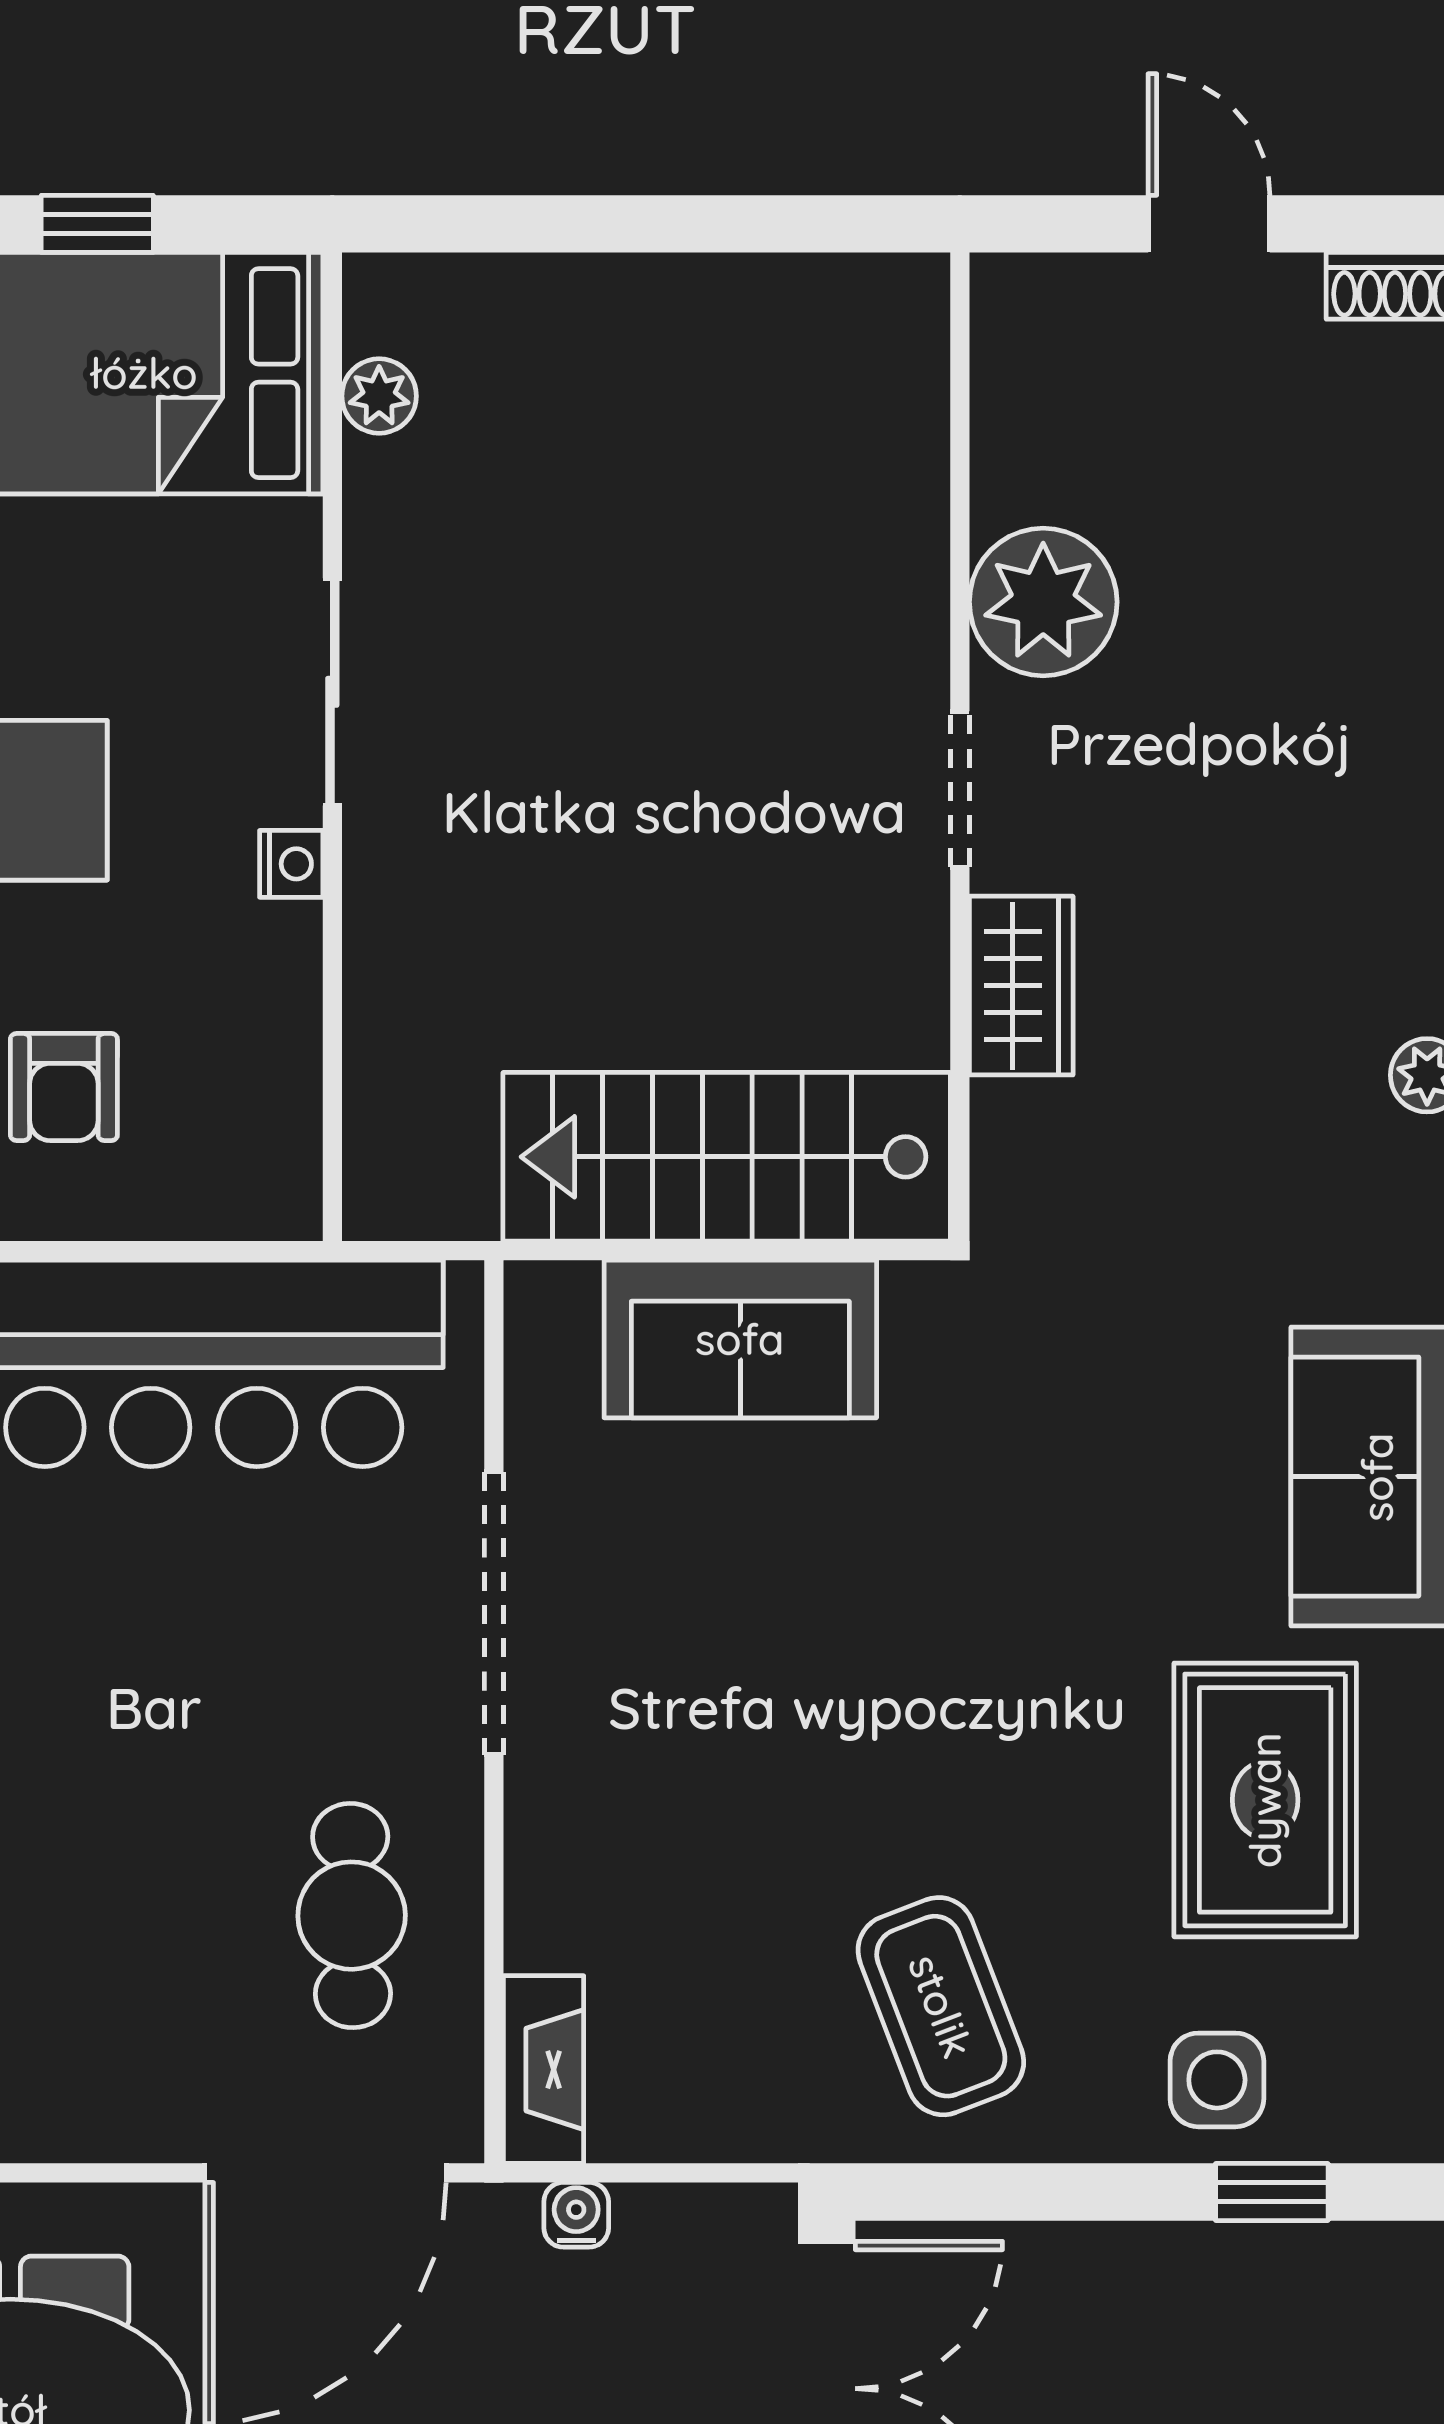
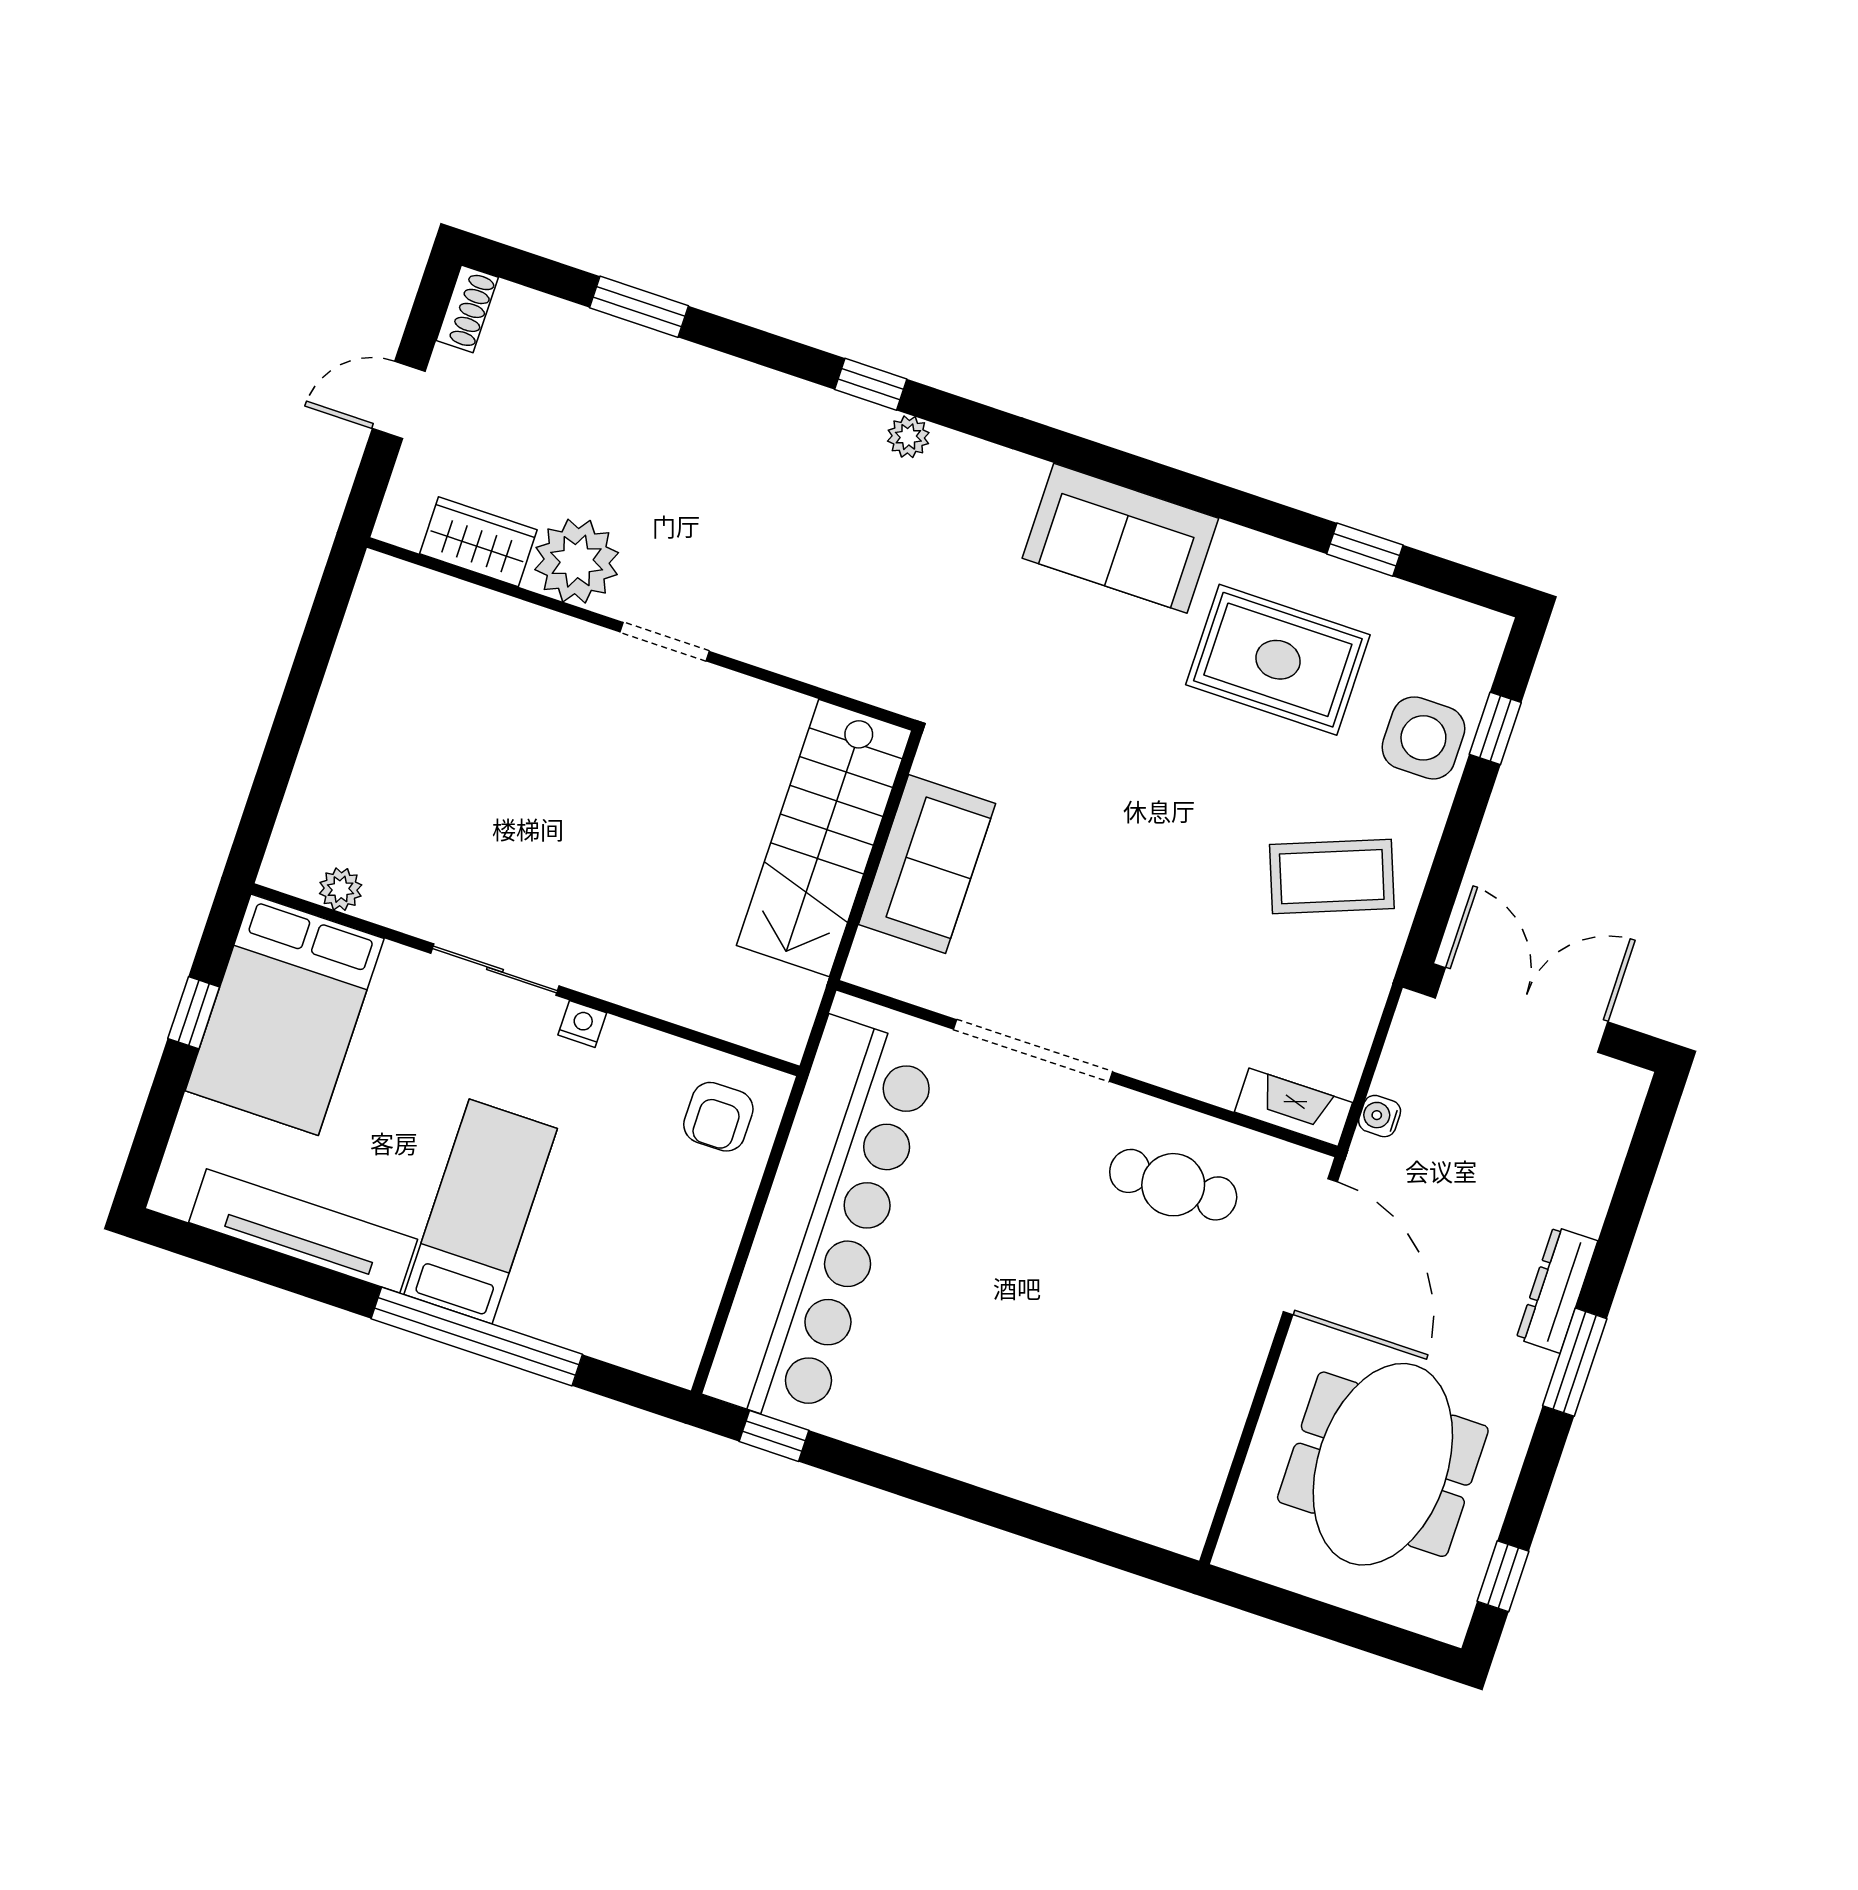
wardrobe: (1021, 986) -> (478, 542), moved
armchair: (64, 1087) -> (718, 1117), moved, turned 90
side table: (1217, 2080) -> (1423, 738), width x1.37, depth x1.37

